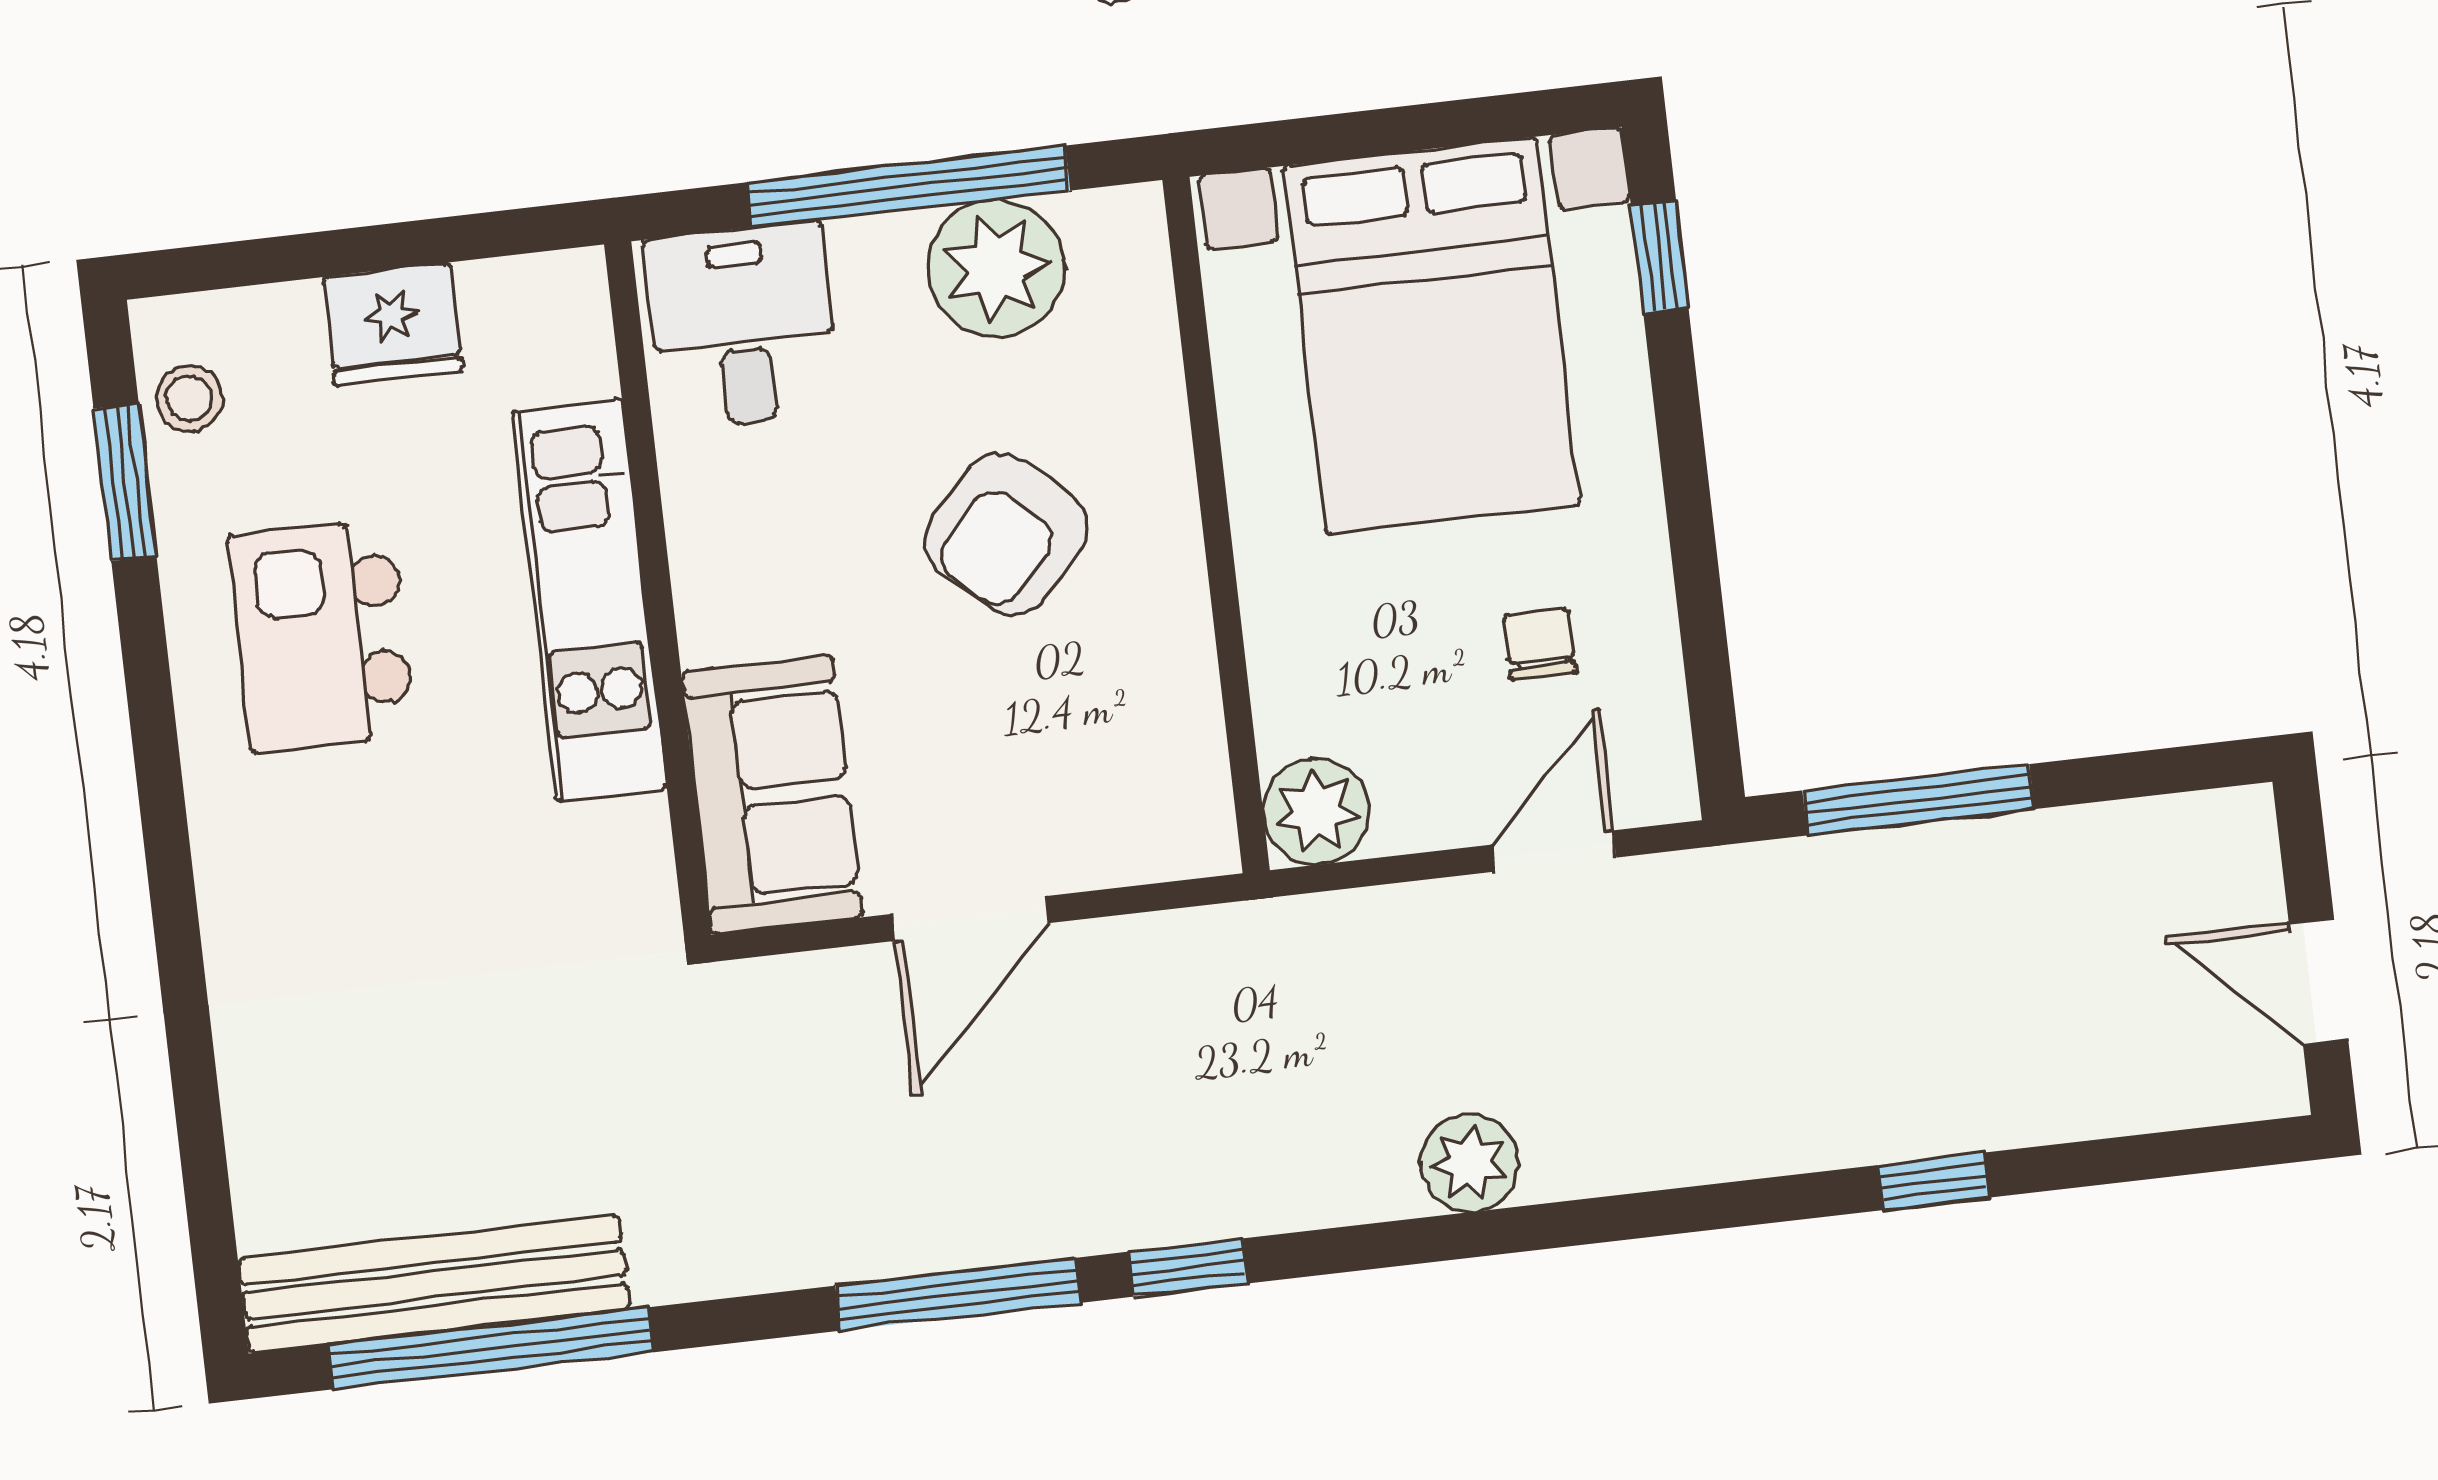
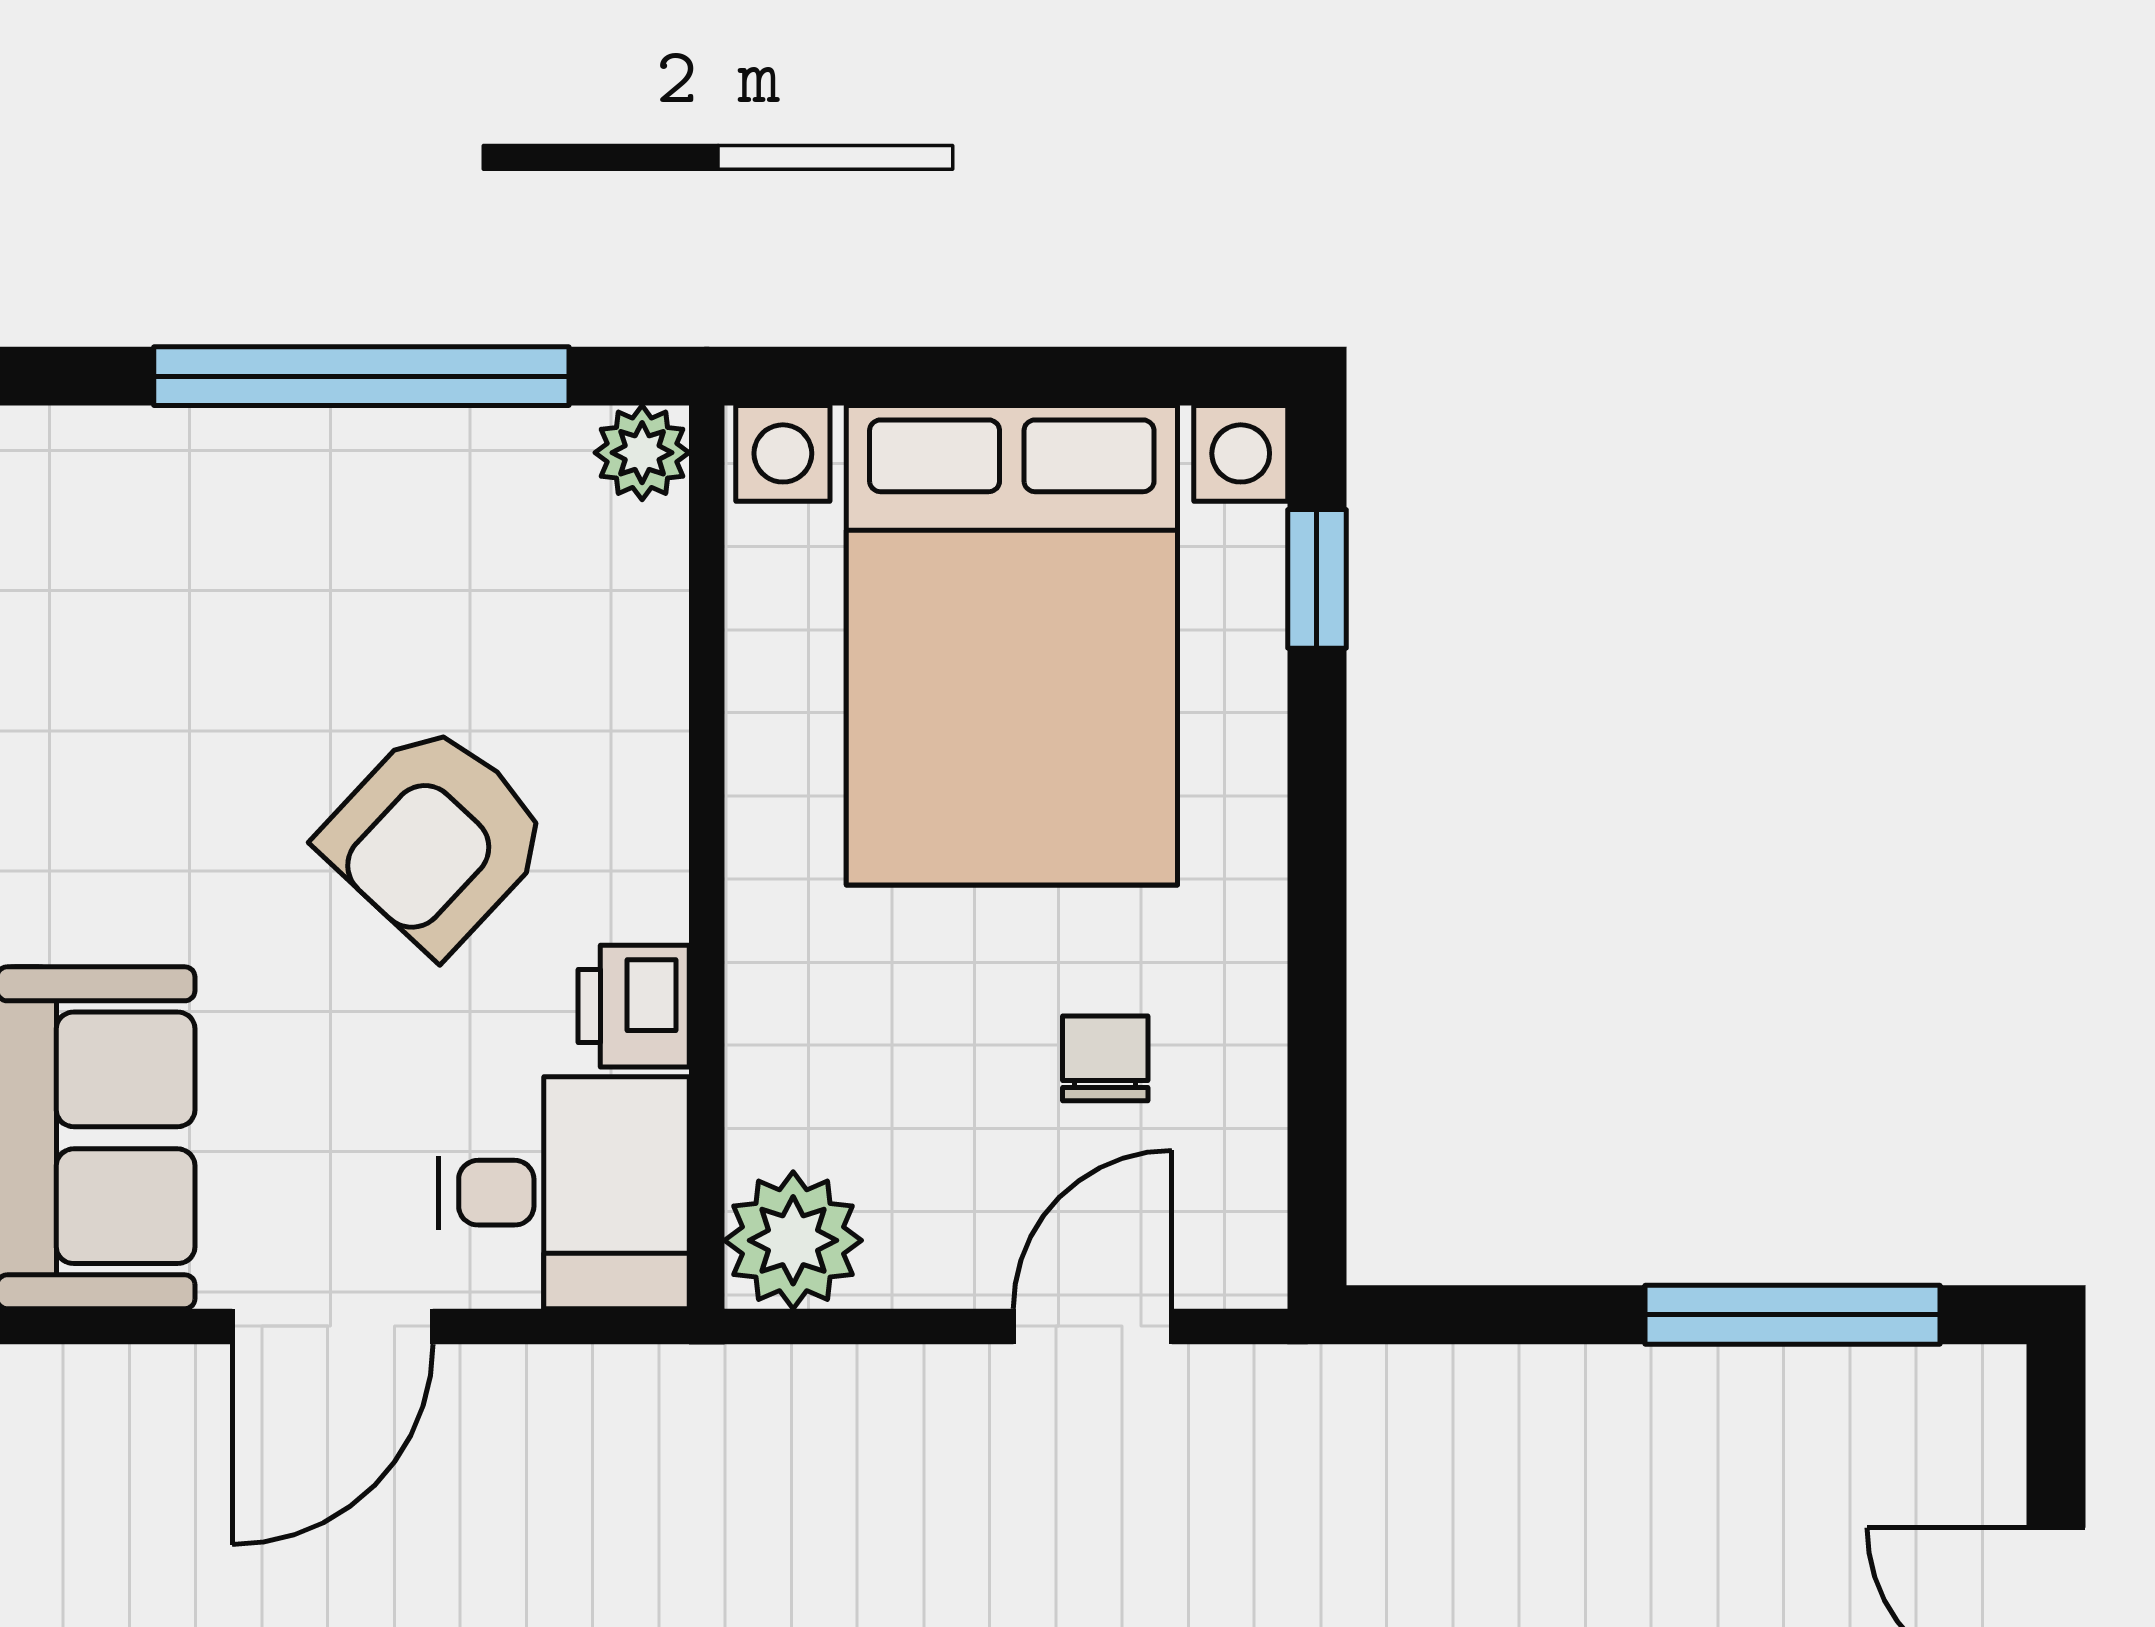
plant: (996, 268) -> (642, 453), moved, width x0.53, depth x0.53
desk: (742, 326) -> (564, 1193), moved, turned 90
printer: (1173, 646) -> (634, 1006), added
window: (1918, 800) -> (1792, 1315), moved

